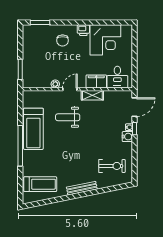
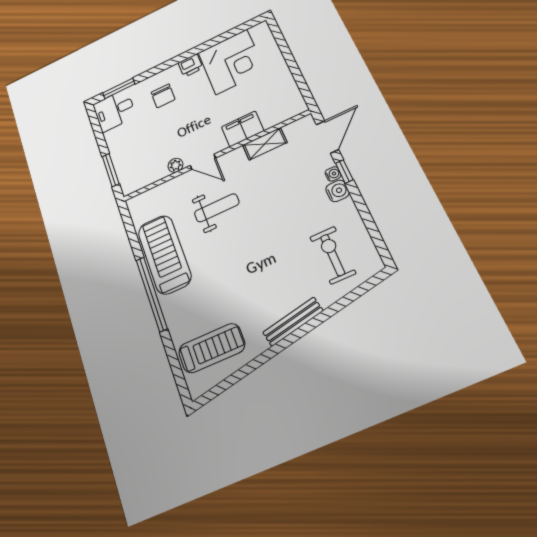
desk: (117, 77) -> (114, 110), moved, turned 90
door: (70, 89) -> (203, 162), swing flipped
shelving: (92, 95) -> (265, 144), moved
weight bench: (68, 117) -> (217, 208), turned 180
treadmill: (33, 129) -> (164, 254), turned 180
exercise bike: (112, 166) -> (333, 255), turned -90

